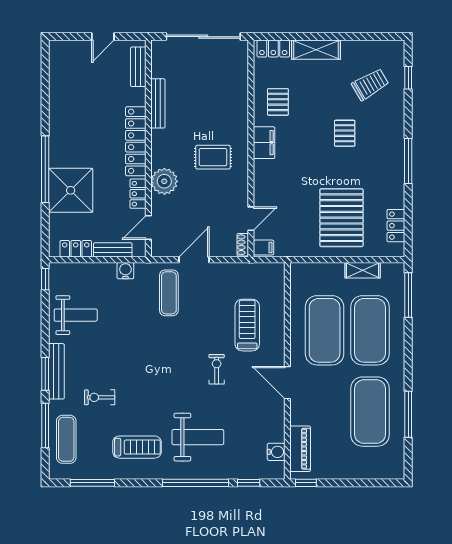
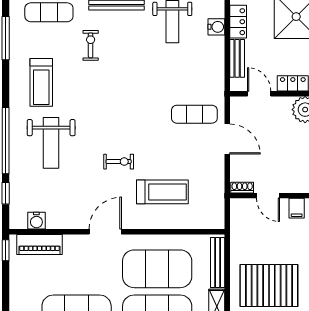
filing cabinet: (264, 247) -> (297, 208), moved
bench: (318, 269) -> (218, 263), added
water cooler: (125, 271) -> (216, 27), moved

